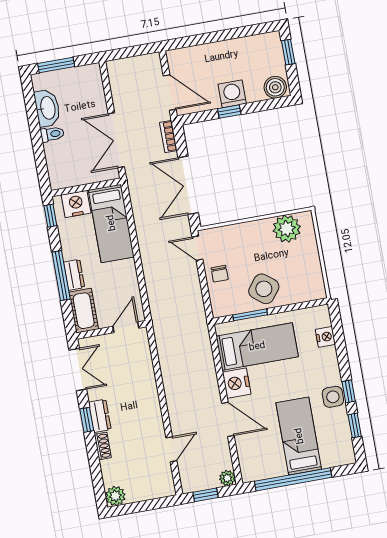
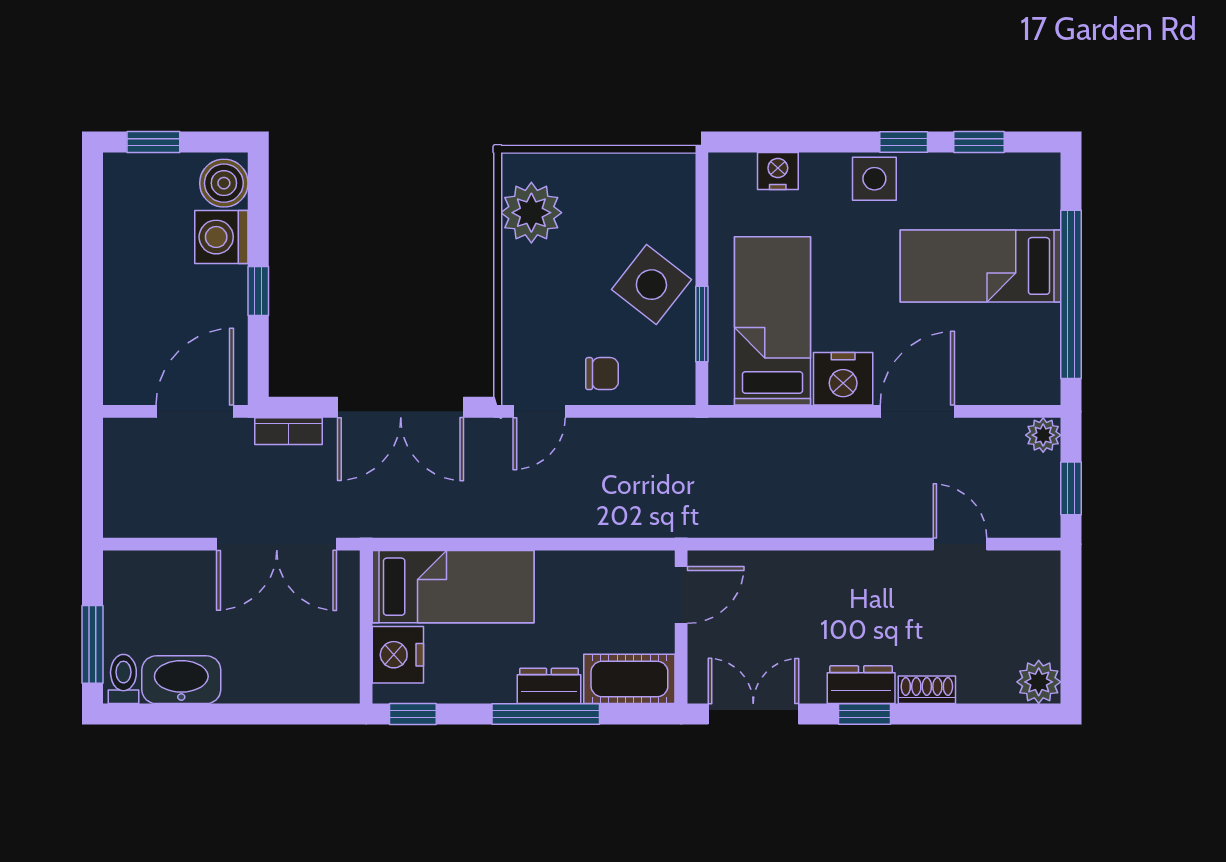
washing machine: (232, 94) -> (221, 237), moved
toilet: (52, 134) -> (123, 679), moved
door: (126, 327) -> (681, 595), swing flipped
side table: (333, 397) -> (874, 179), moved

